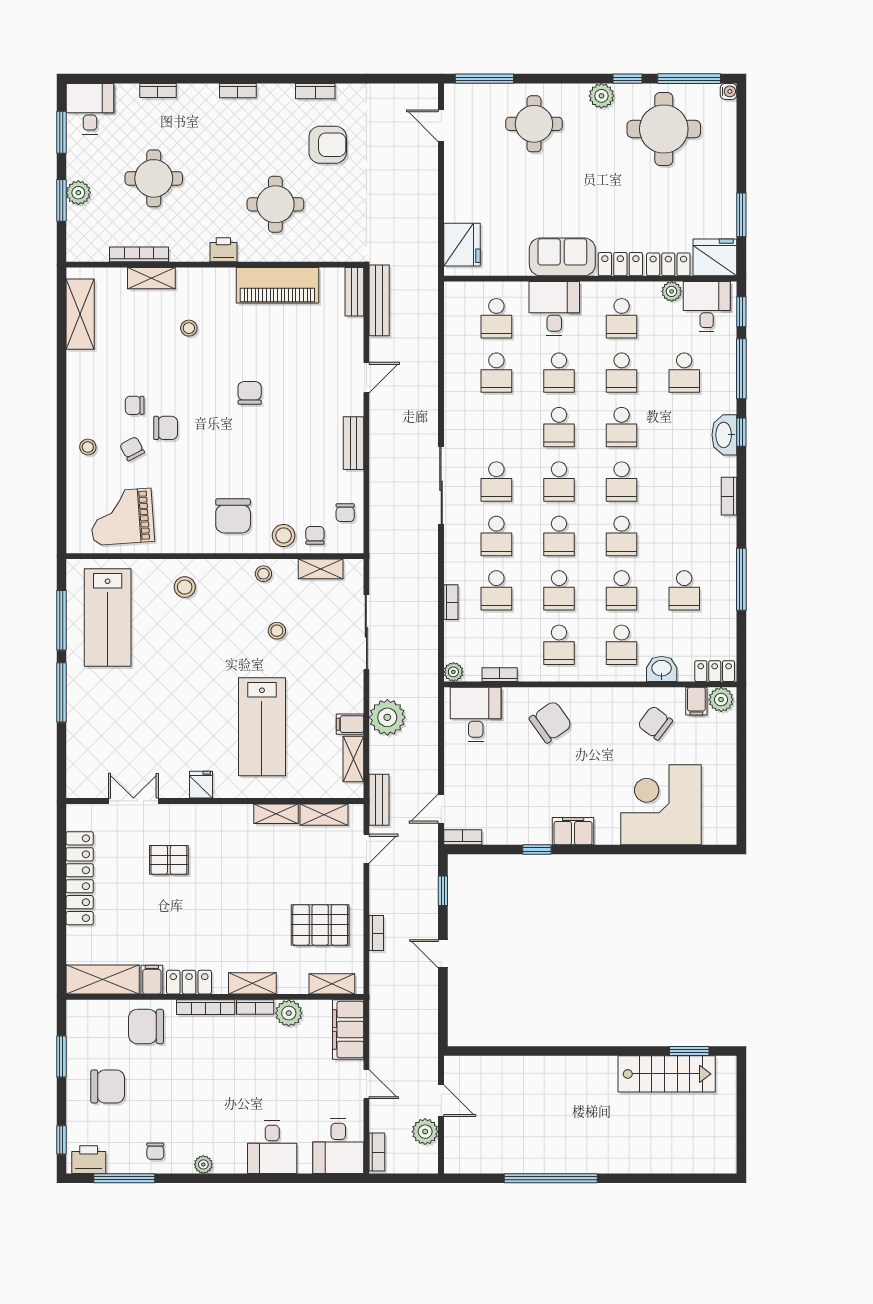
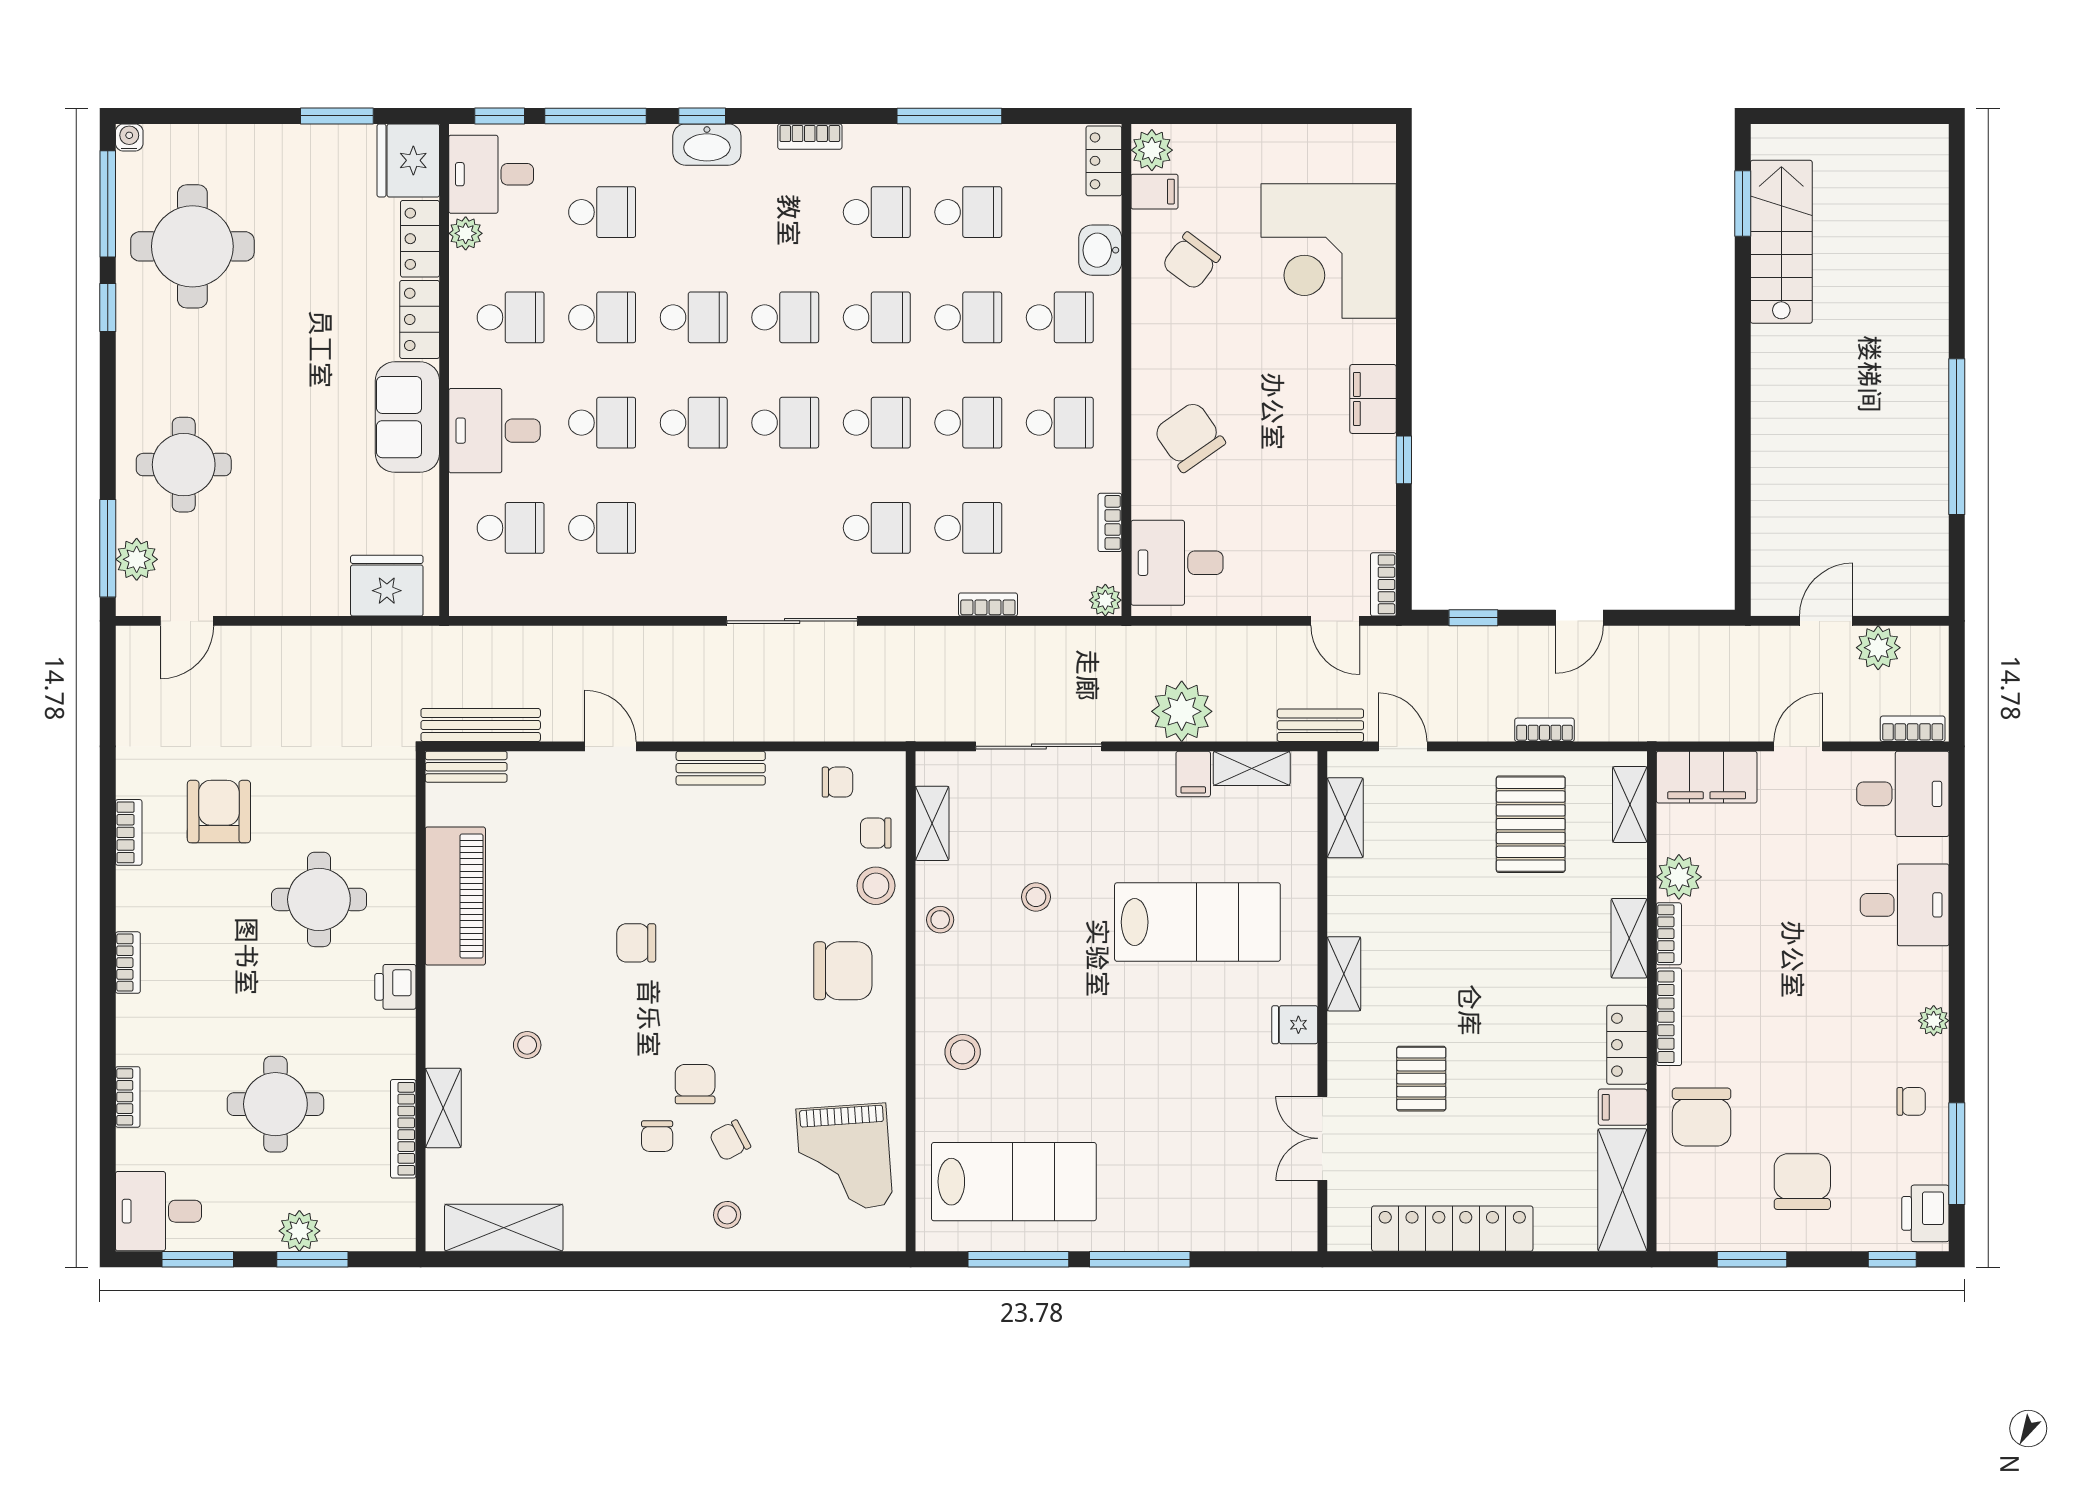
plant: (601, 96) -> (137, 559), moved
school desk: (496, 482) -> (877, 212), moved
shelving: (276, 814) -> (1344, 974), moved

